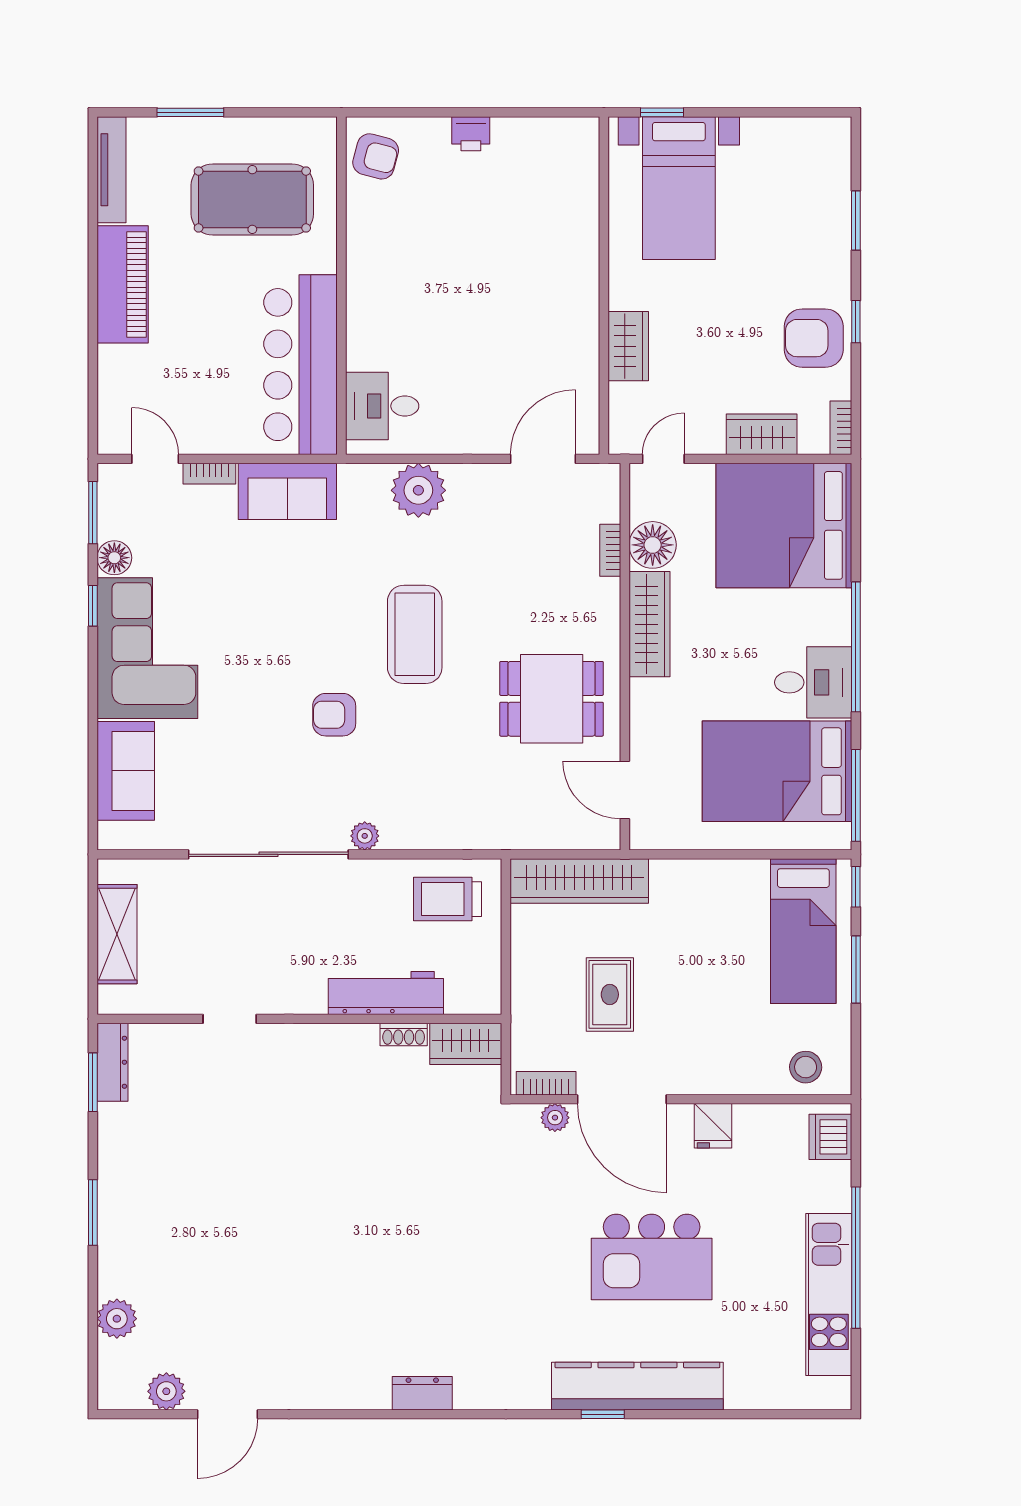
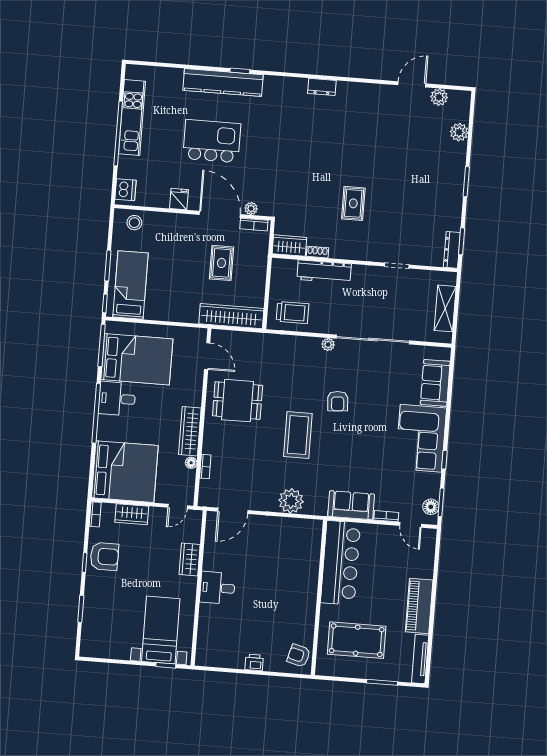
desk: (382, 406) -> (217, 588), moved, turned 180
floor lamp: (653, 545) -> (191, 463), width x0.53, depth x0.53
floor lamp: (114, 558) -> (431, 507), moved
armchair: (334, 715) -> (338, 401), turned 86
rug: (334, 1146) -> (353, 203), added

